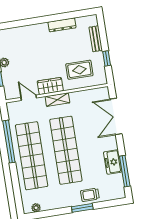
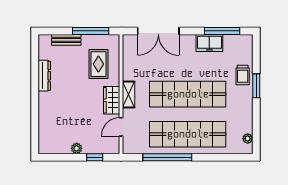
window: (107, 58) -> (91, 31), width x2.17

